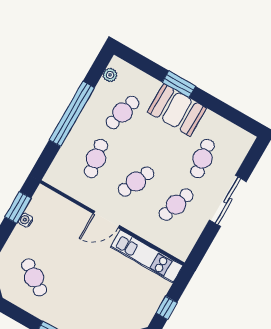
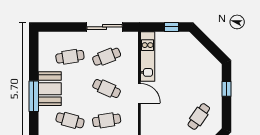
window: (179, 84) -> (34, 96), width x1.44
sliding door: (228, 201) -> (105, 27), moved
cafe table: (176, 205) -> (107, 57), turned -39

